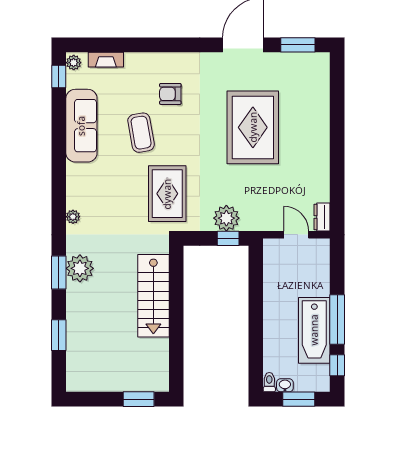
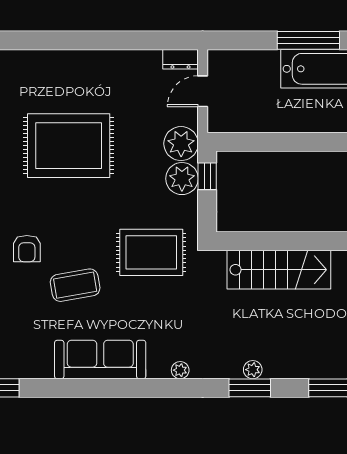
sofa: (81, 126) -> (100, 360), moved
plant: (254, 217) -> (181, 144), added
plant: (80, 268) -> (253, 370), width x0.53, depth x0.53

